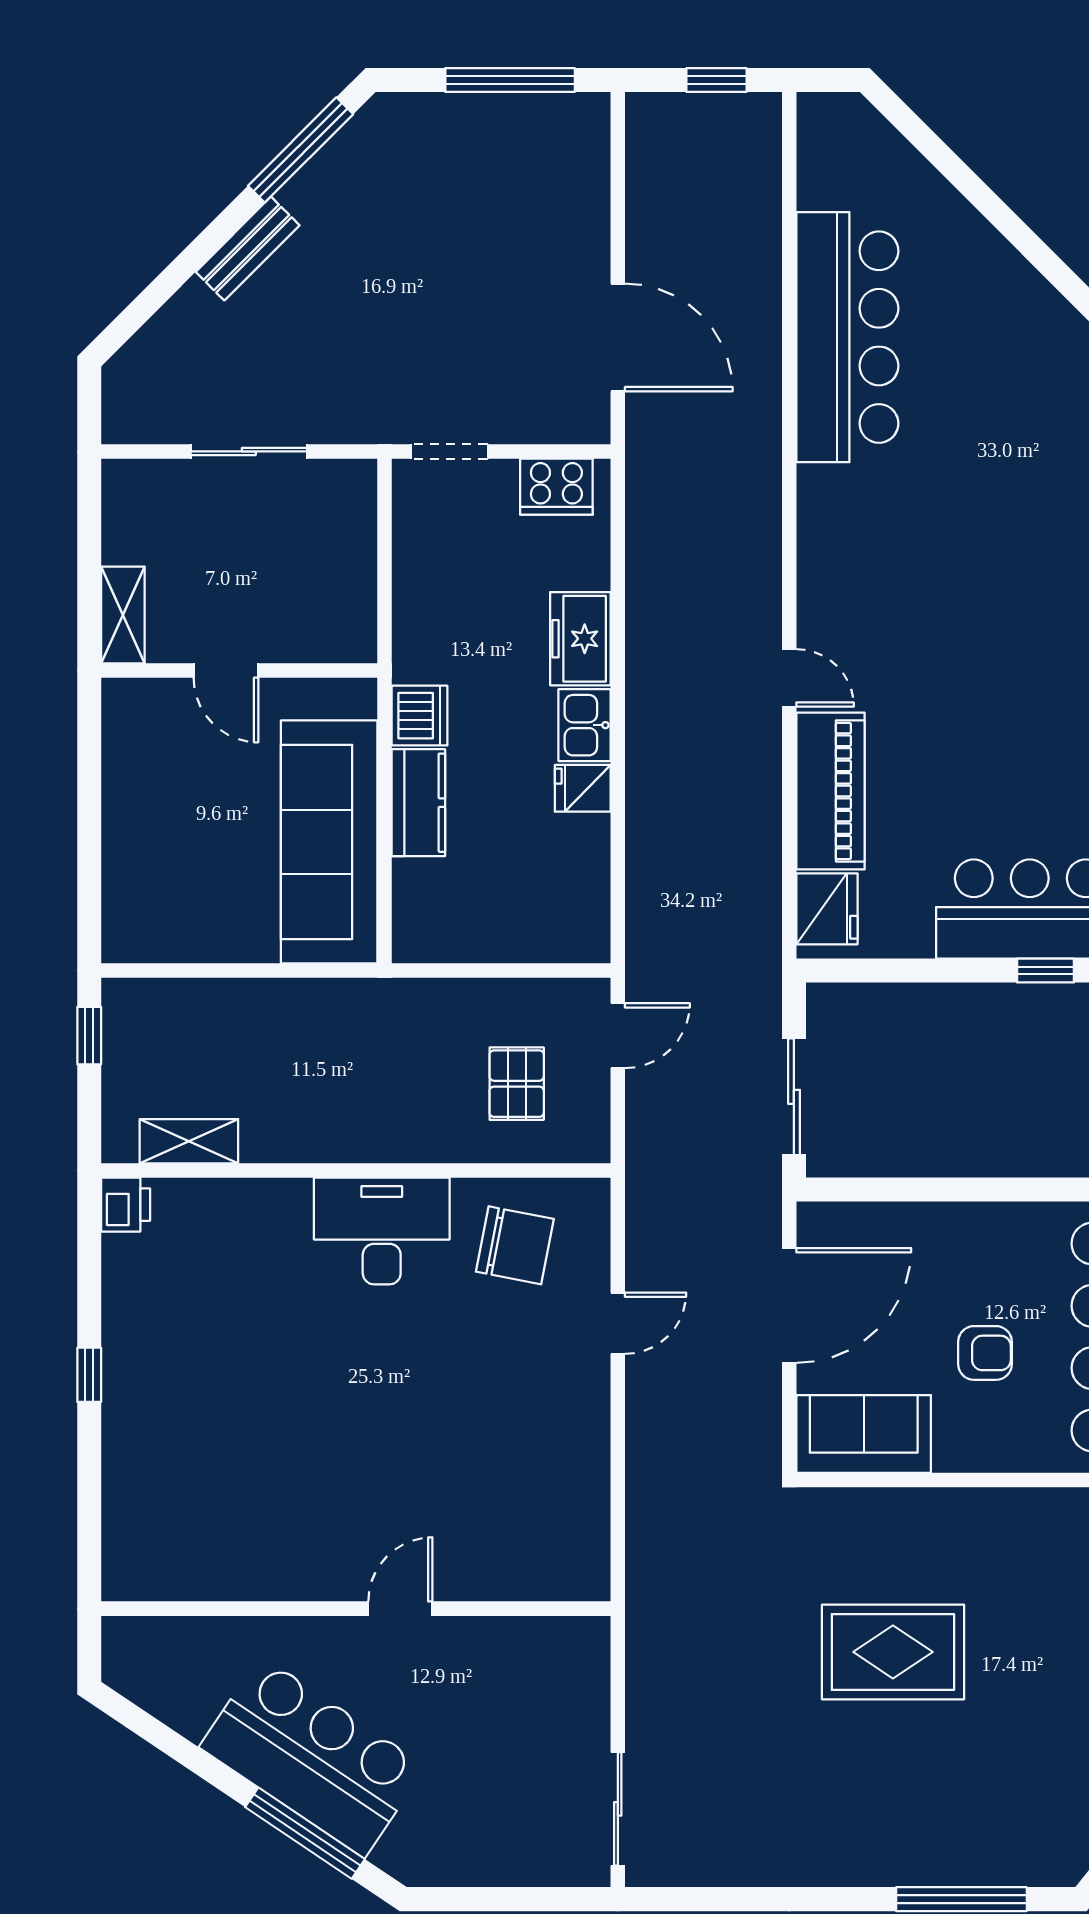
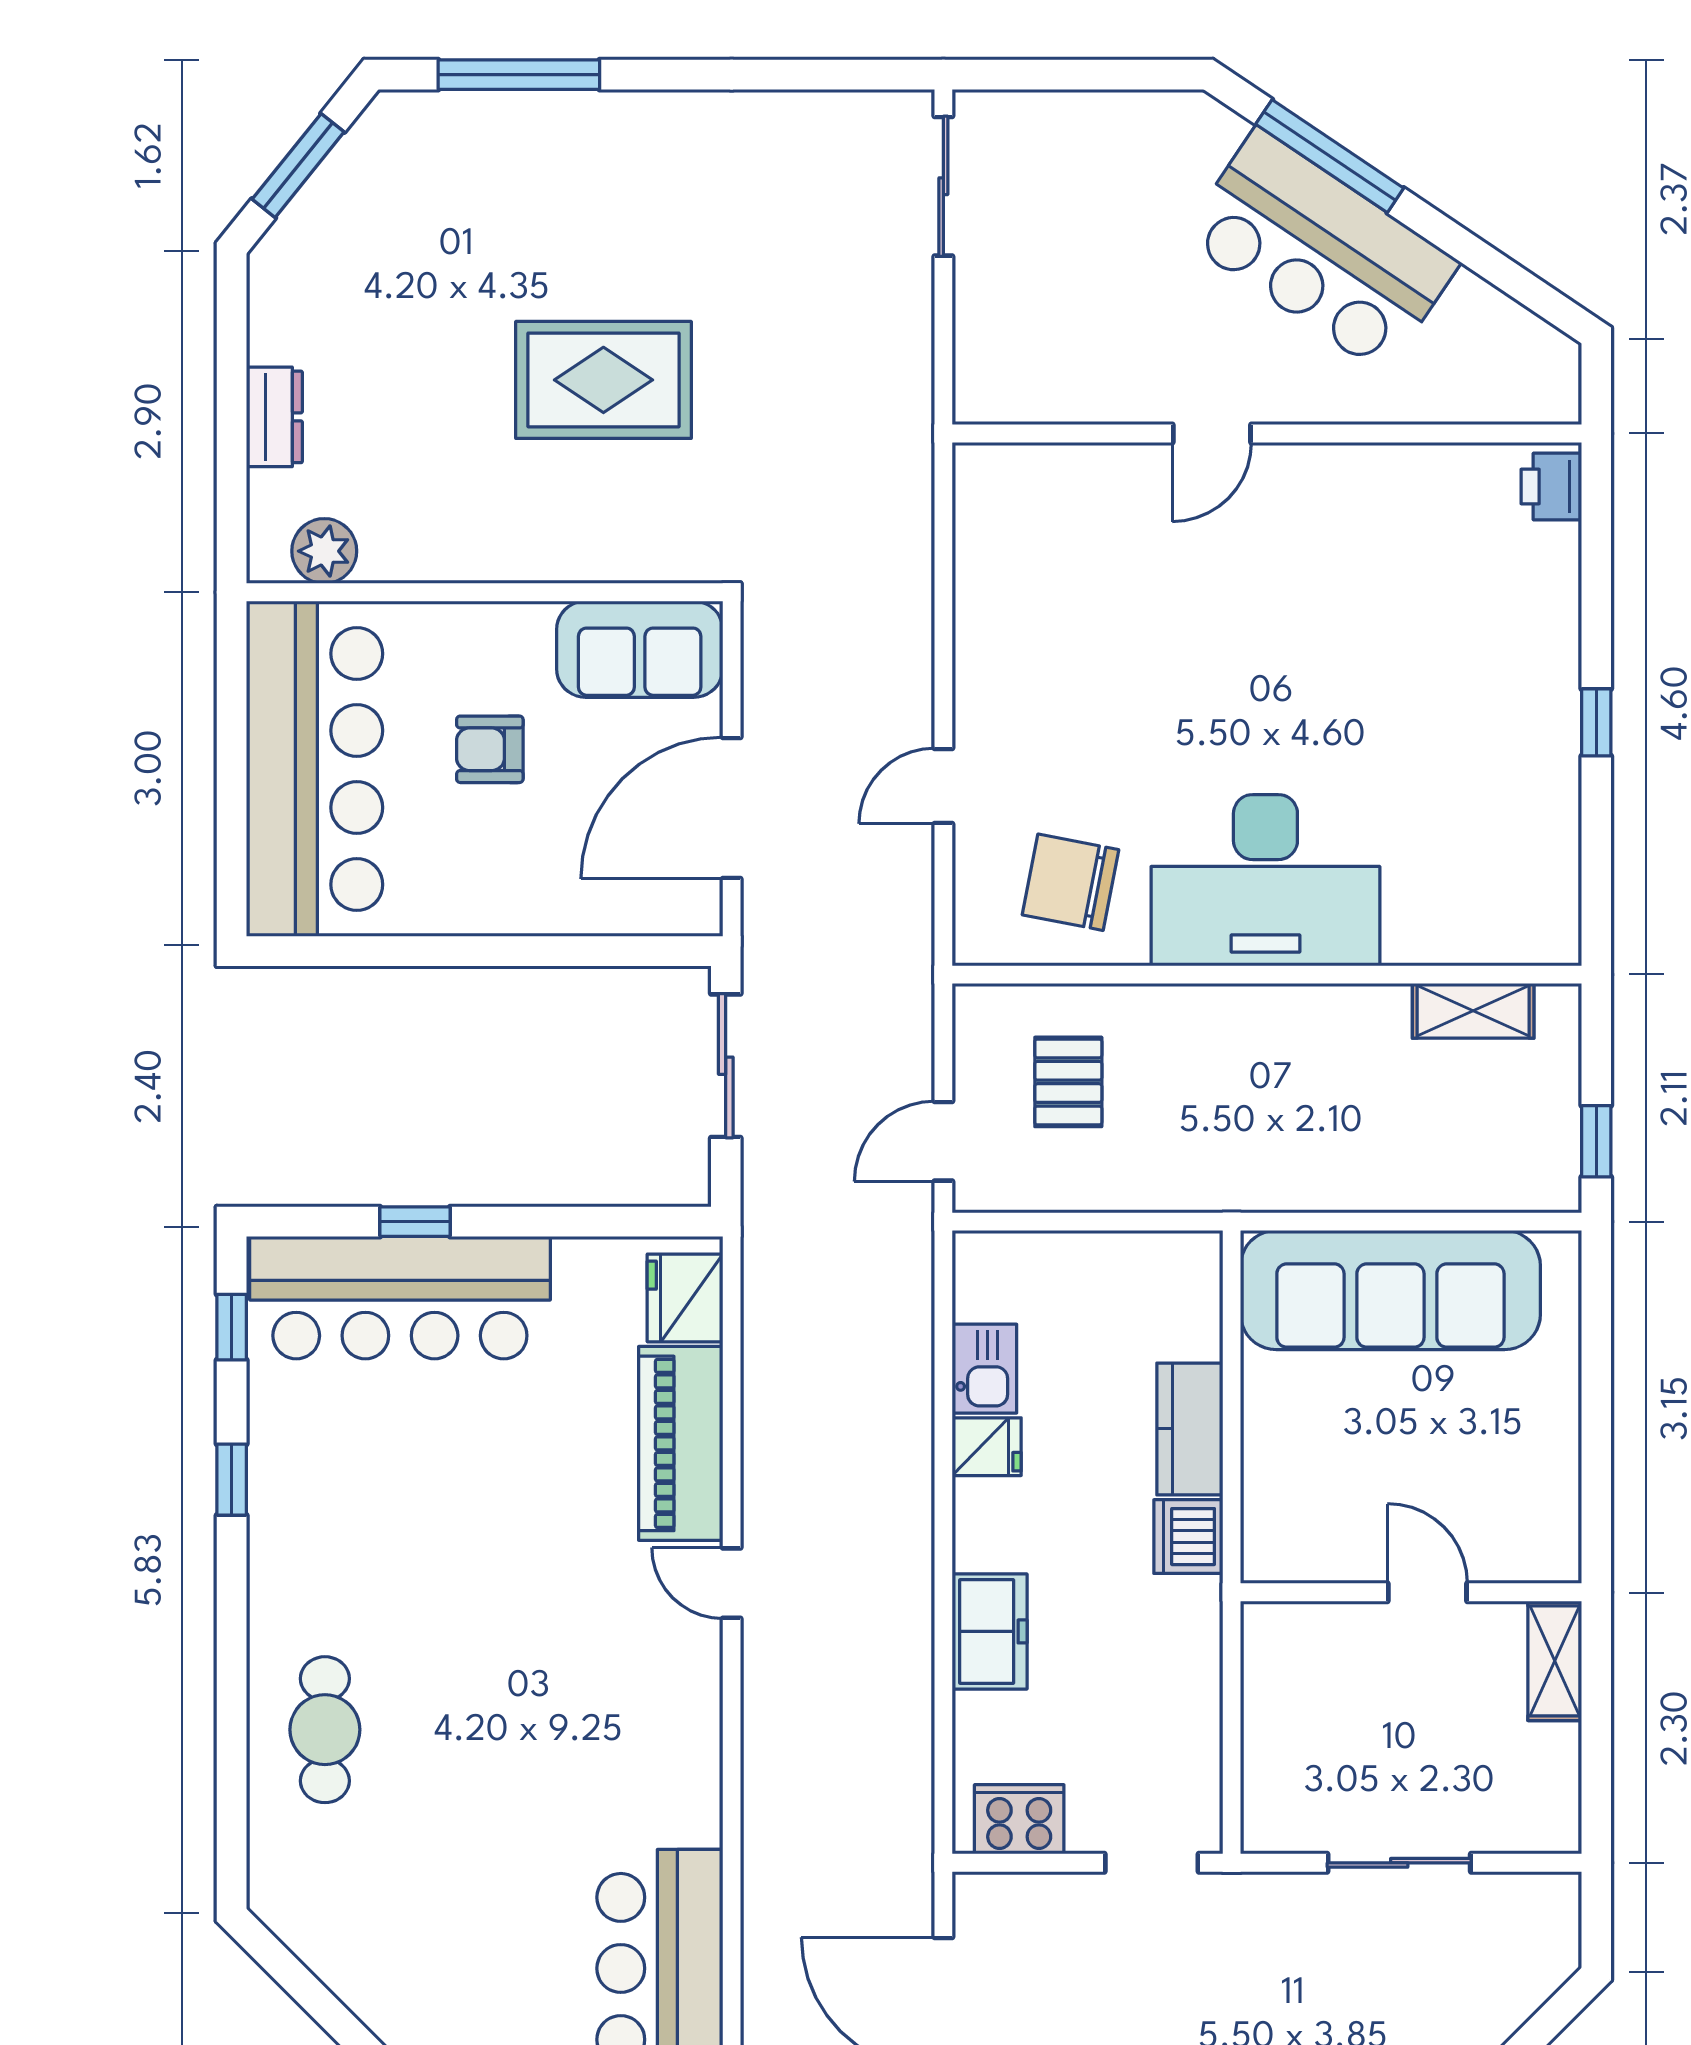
kitchen sink: (585, 725) -> (984, 1369), moved
sofa: (329, 842) -> (1390, 1290), moved, turned 90
printer: (126, 1205) -> (1551, 487), moved
desk: (382, 1231) -> (1265, 880), width x1.36, depth x1.30

